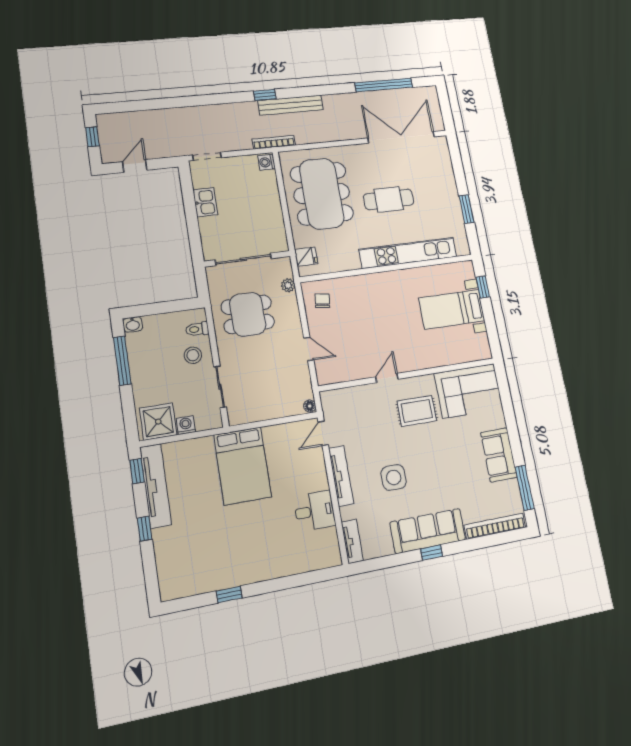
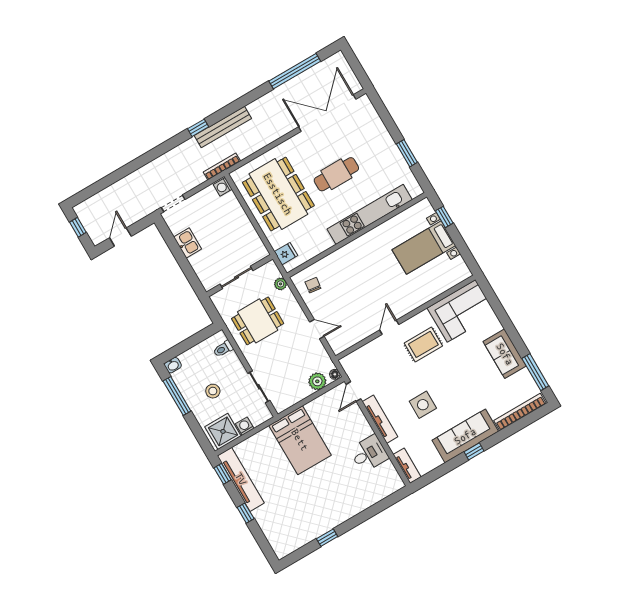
sliding door: (243, 259) -> (237, 277), width x0.73
stool: (193, 355) -> (213, 391), moved
plant: (288, 406) -> (317, 381), added

